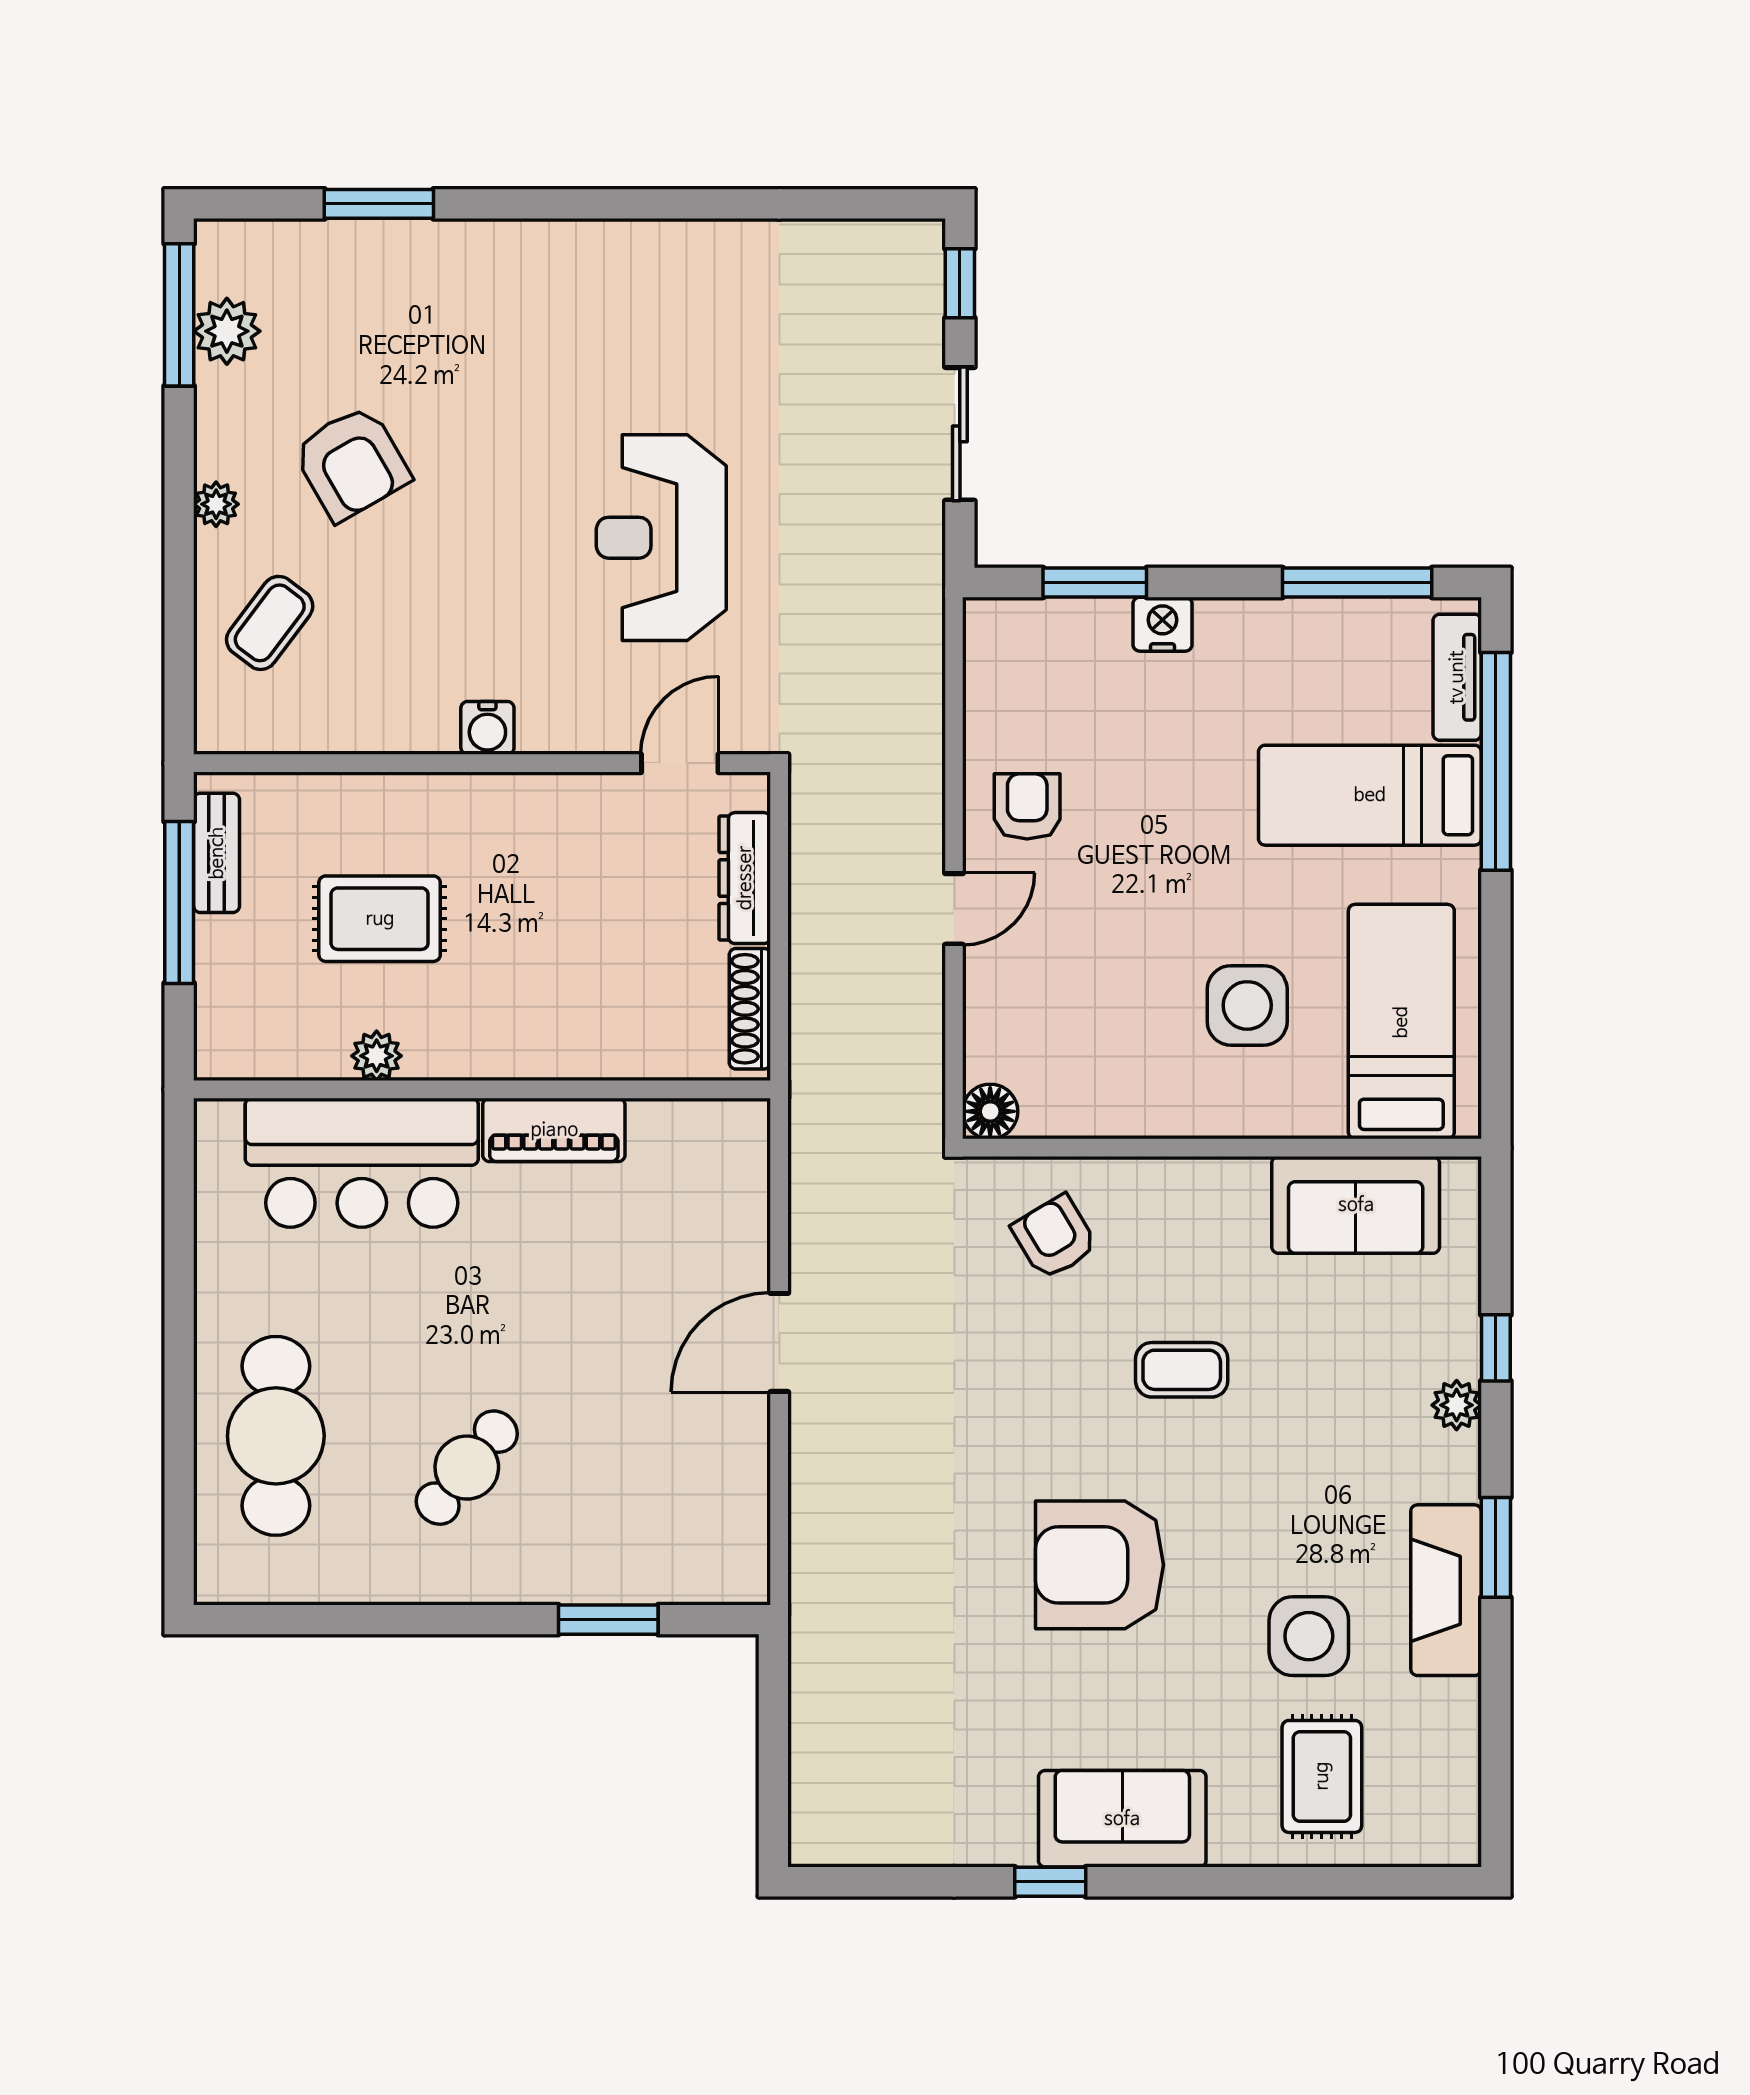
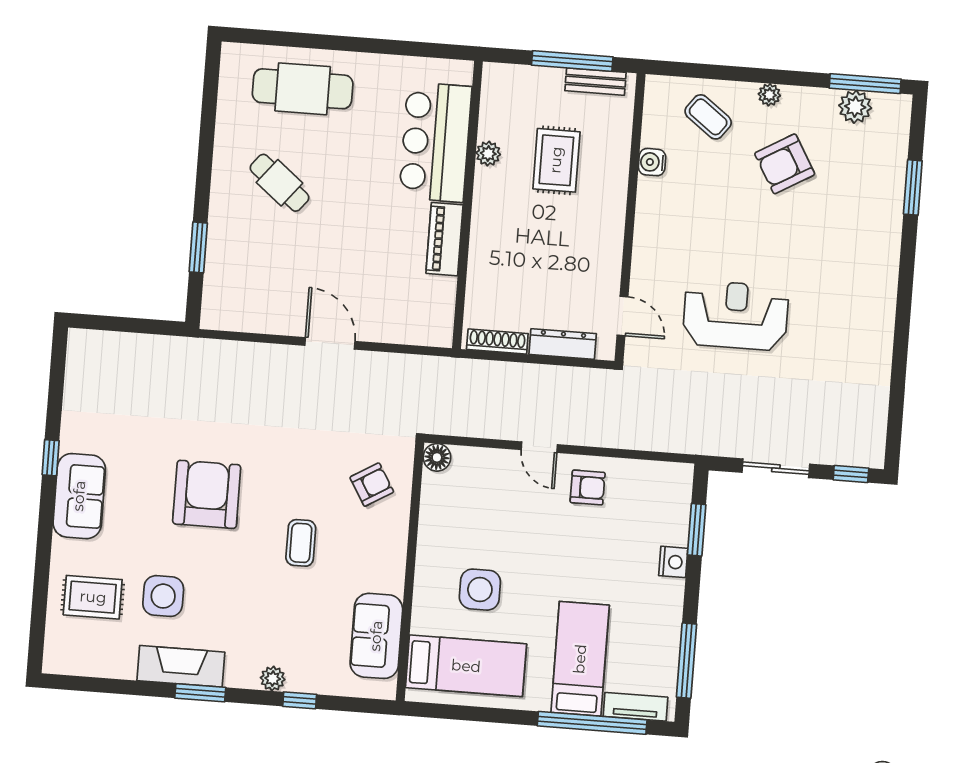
water cooler: (487, 728) -> (652, 162), moved

